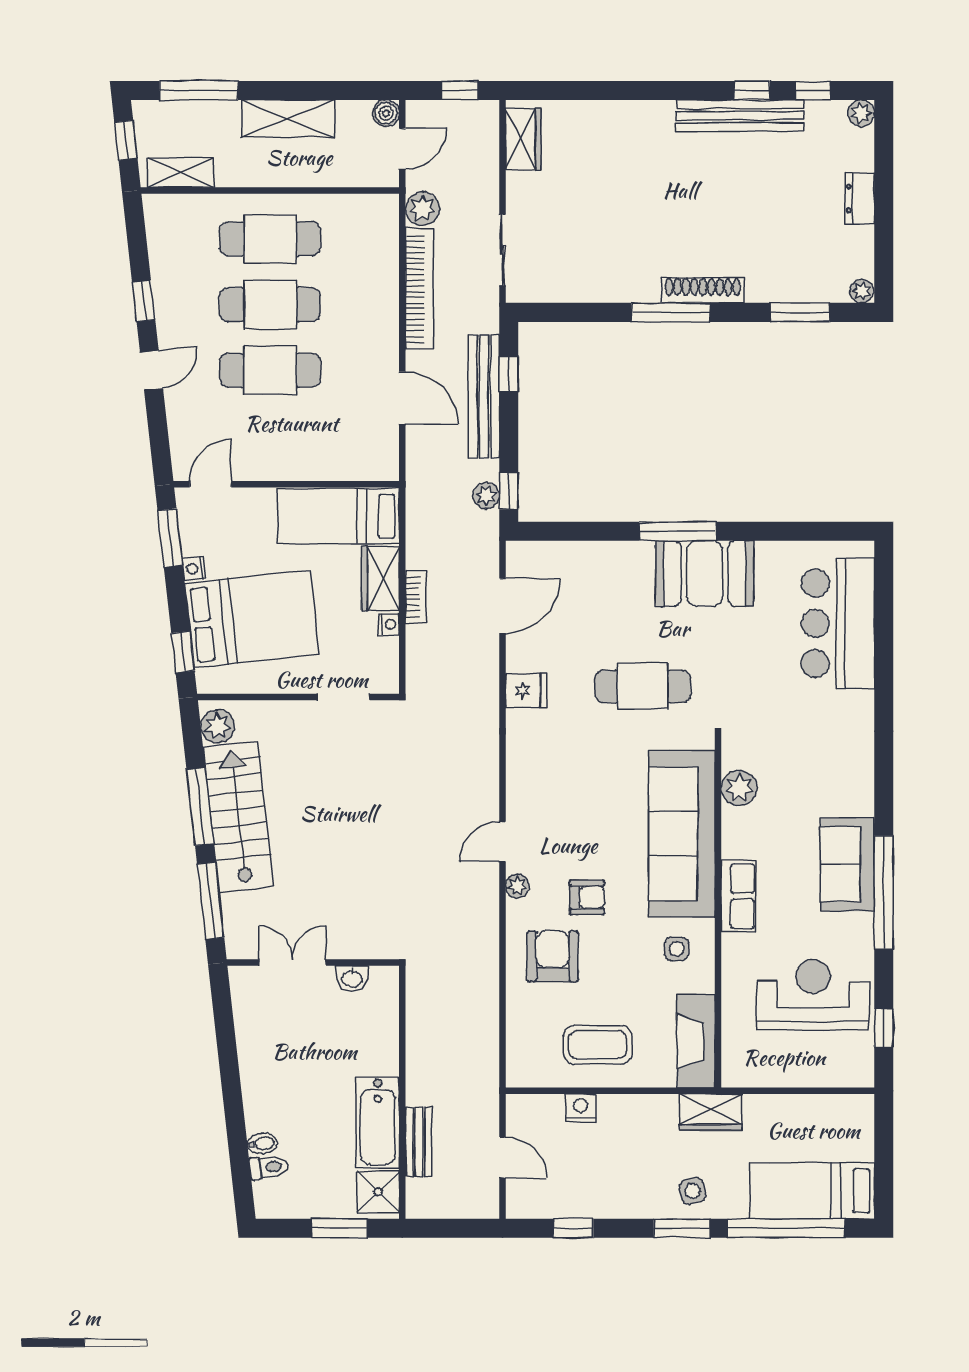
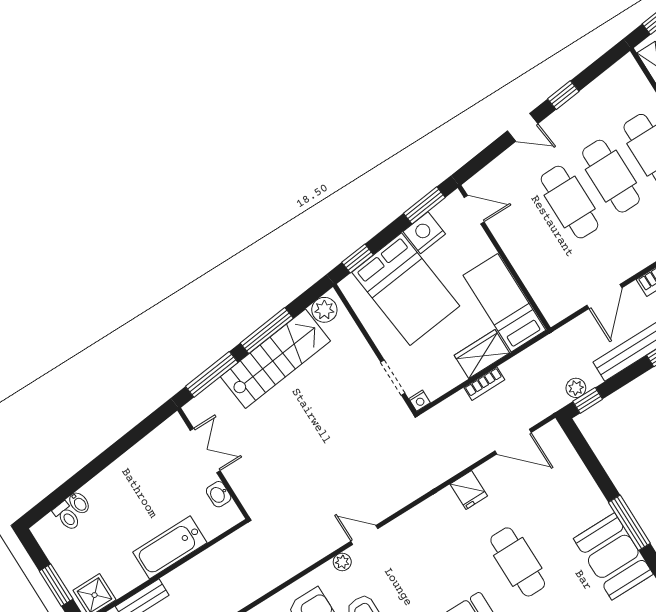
nightstand: (194, 569) -> (424, 233), width x1.89, depth x1.79
nightstand: (389, 624) -> (419, 401), moved
bathtub: (378, 1122) -> (170, 547), moved

